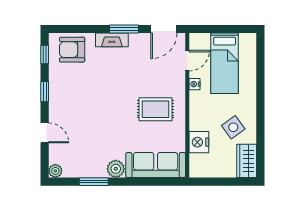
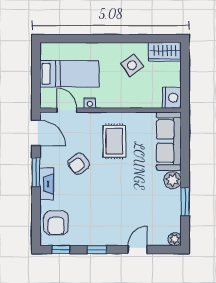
armchair: (132, 73) -> (79, 164), added
nightstand: (199, 142) -> (172, 98), moved, turned -90

